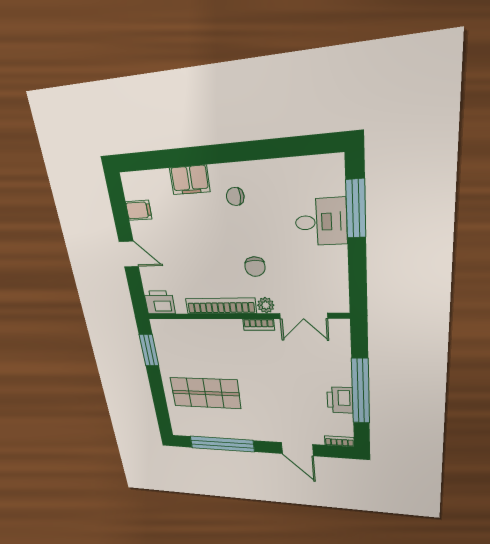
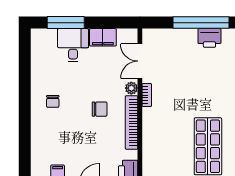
filing cabinet: (190, 180) -> (103, 37), moved, turned 90
chair: (255, 267) -> (100, 109), moved
double door: (303, 316) -> (140, 61), swing flipped

